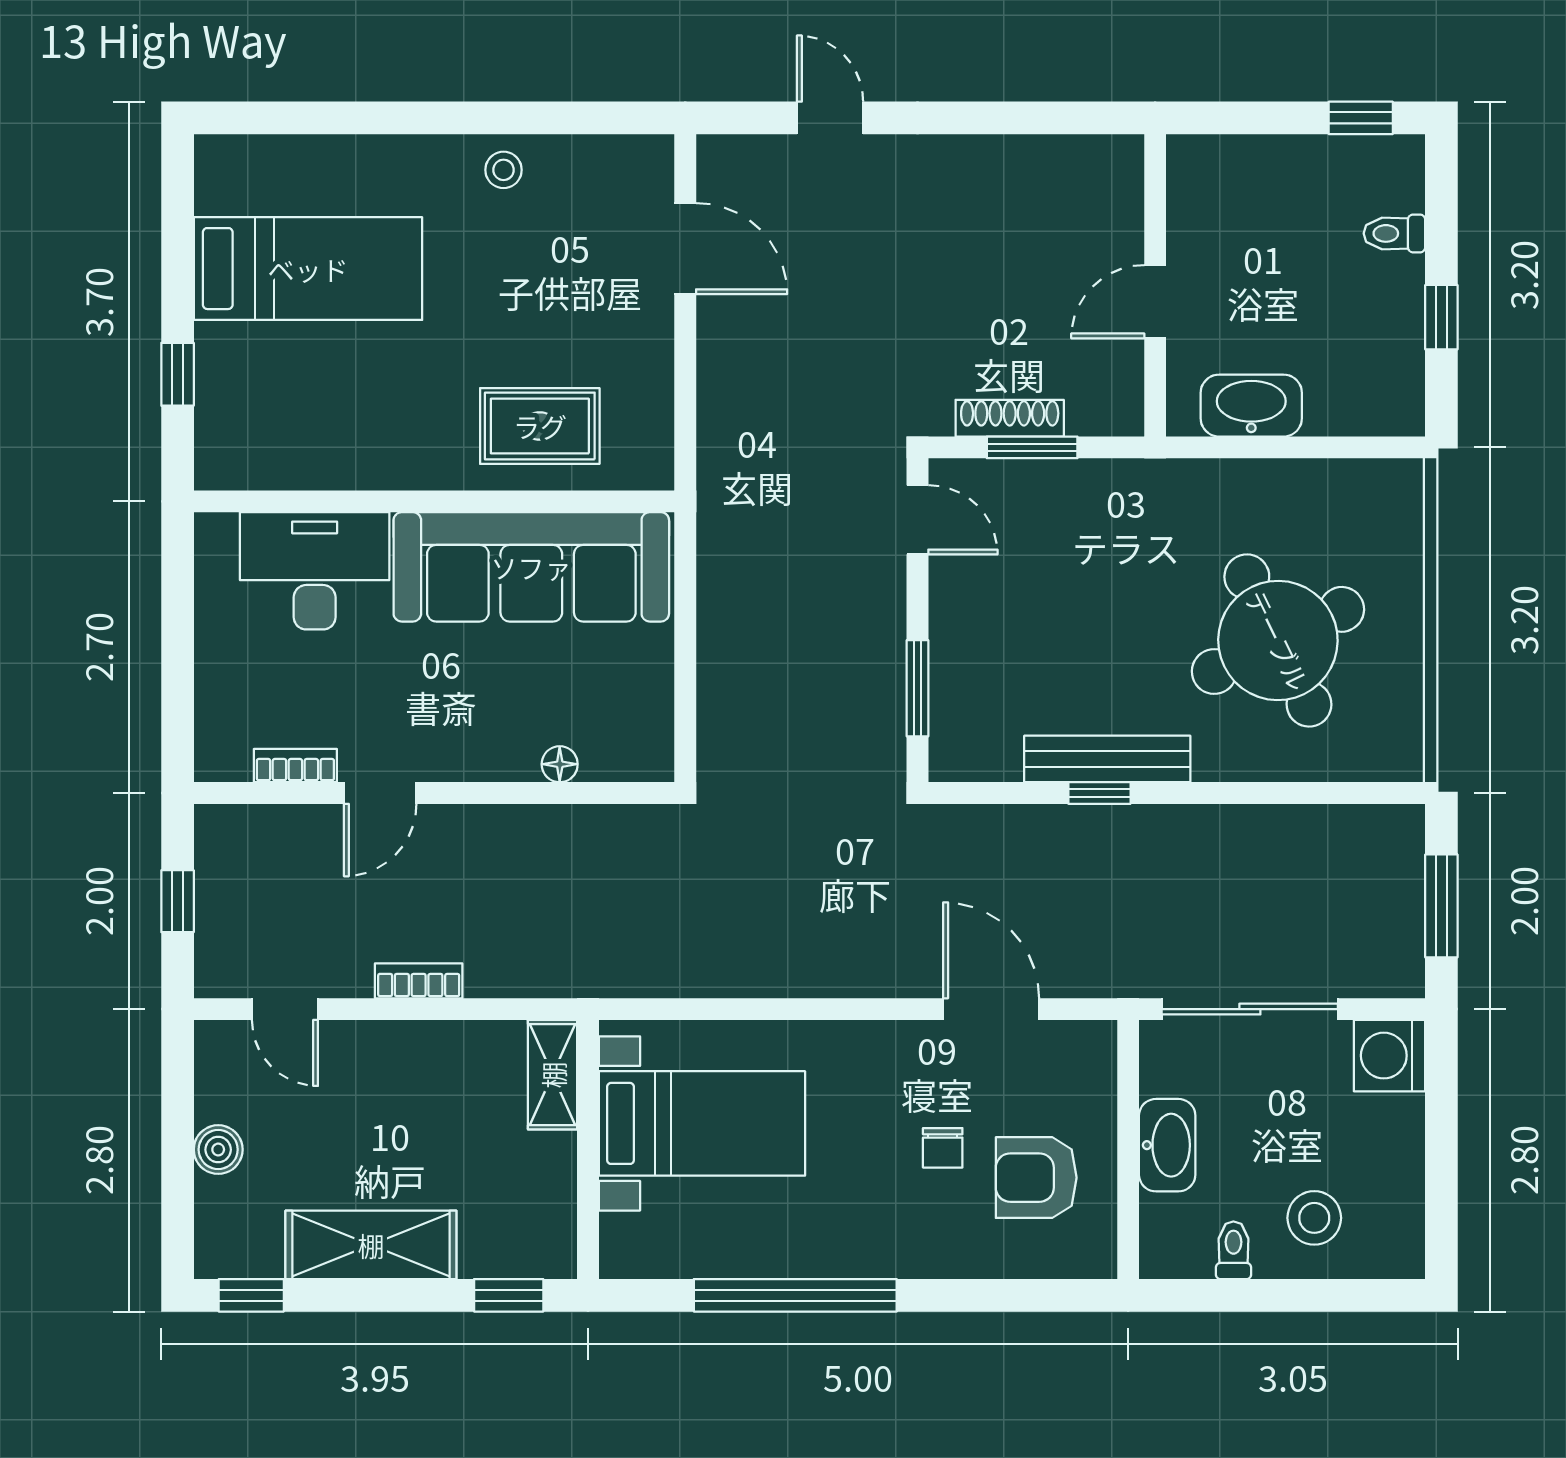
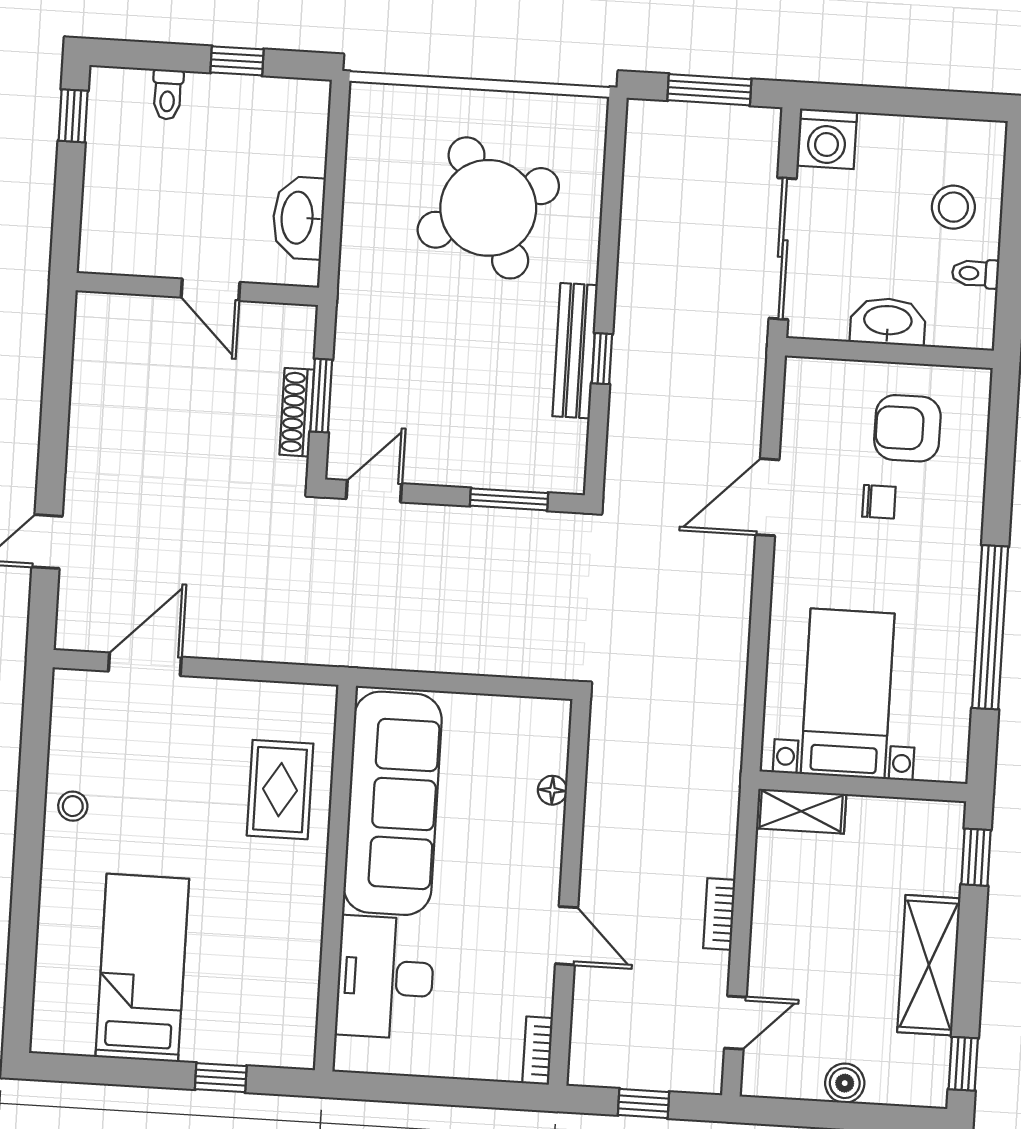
bookcase: (295, 766) -> (538, 1051), moved
door: (991, 1009) -> (767, 497), moved
armchair: (1036, 1178) -> (907, 428), turned 90

